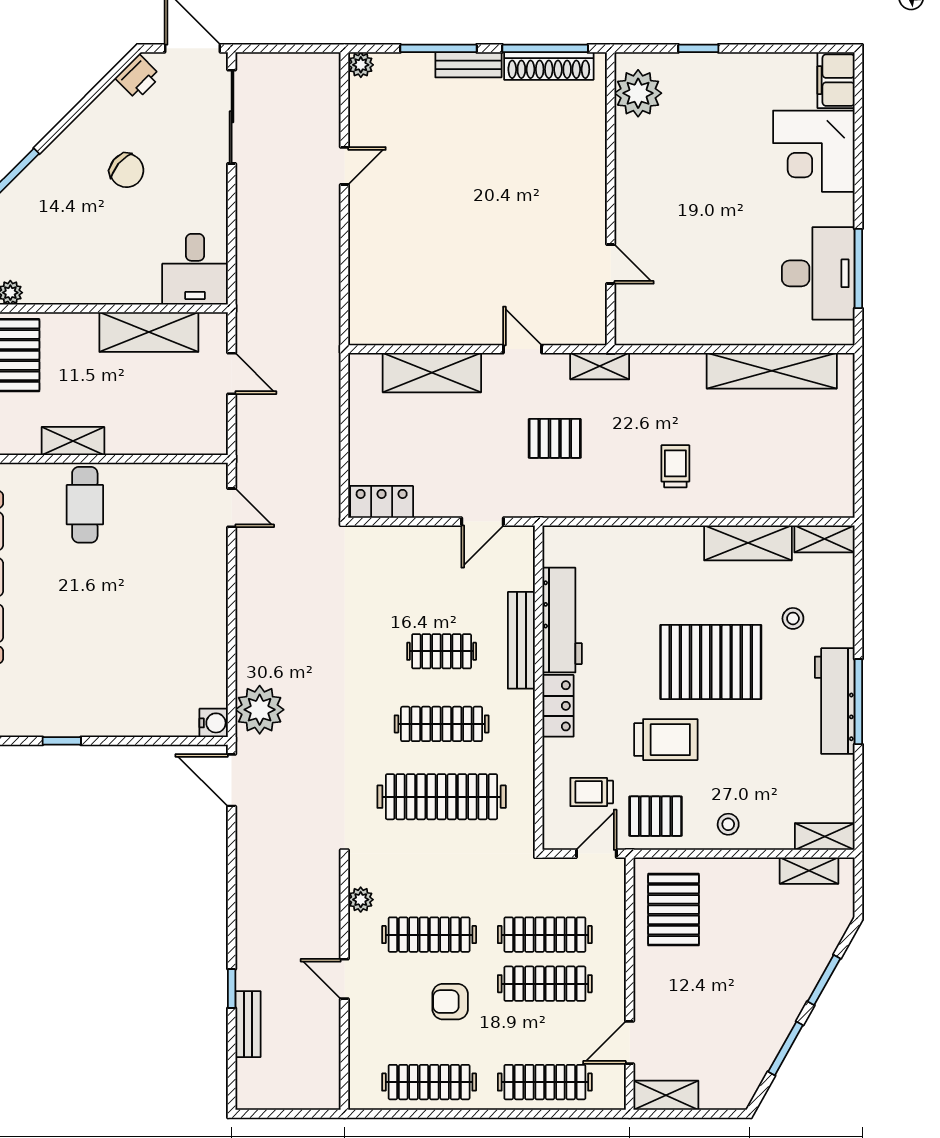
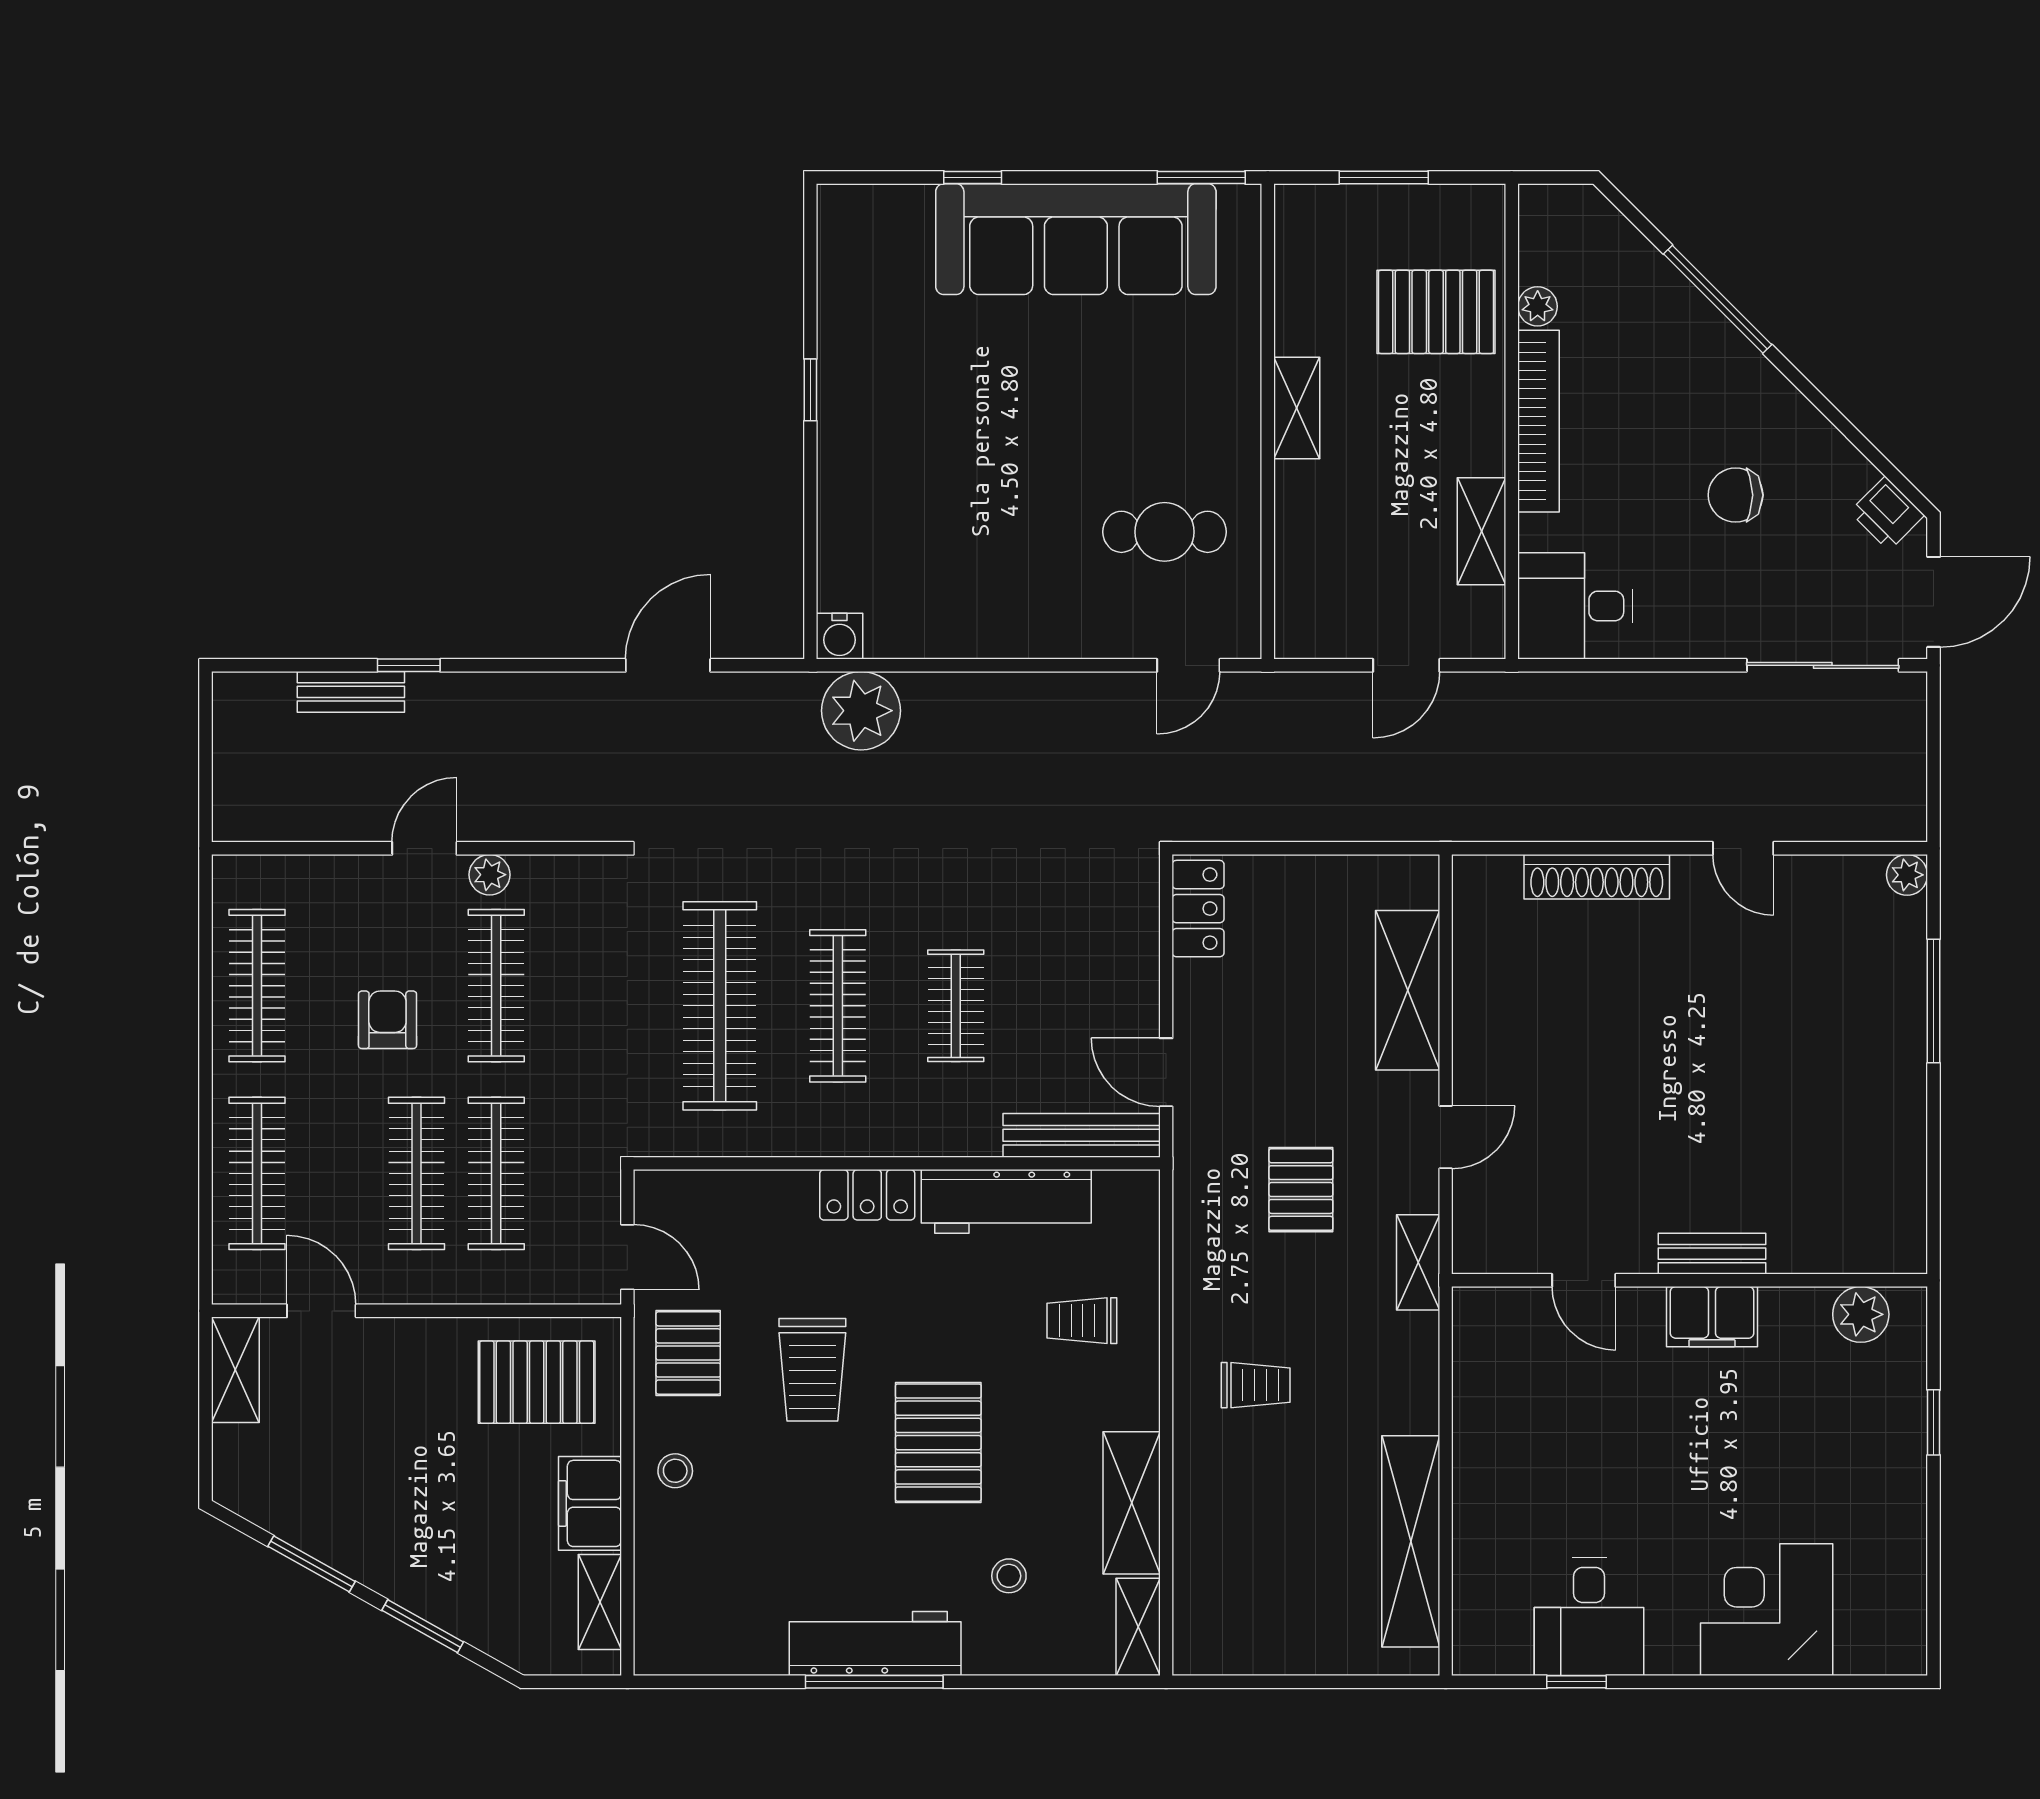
window: (545, 48) -> (1934, 1174), removed
bench: (468, 65) -> (1712, 1254), moved, turned 90
shoe rack: (549, 66) -> (1597, 877), moved, turned -90
filing cabinet: (836, 80) -> (1712, 1317), moved, turned 180
plant: (638, 93) -> (1861, 1314), width x0.73, depth x0.73
chair: (127, 170) -> (1736, 495), turned 50
door: (611, 264) -> (1584, 1280), hinge flipped
window: (858, 269) -> (1576, 1682), width x0.46
desk: (818, 273) -> (1589, 1617), width x0.73
bookcase: (81, 292) -> (1538, 421), added
shelving: (149, 332) -> (1482, 531), width x0.67, depth x0.75
cafe table: (85, 505) -> (1165, 532), moved
bench: (521, 640) -> (1082, 1135), moved
pallet: (711, 662) -> (938, 1443), width x0.73, depth x0.71
door: (232, 780) -> (668, 665), moved
trolley: (592, 792) -> (1082, 1321), moved, turned -90
shelving: (825, 836) -> (655, 1627), removed
filing cabinet: (748, 877) -> (590, 1503), added
plant: (361, 900) -> (490, 875), moved

